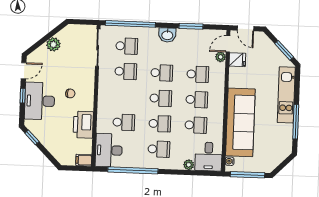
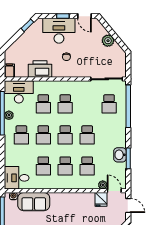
door: (246, 28) -> (128, 205), swing flipped
washbasin: (167, 35) -> (120, 155), moved
school desk: (126, 71) -> (65, 104), moved
sofa: (240, 122) -> (34, 202), width x0.54, depth x0.79
plant: (189, 165) -> (9, 115), moved

